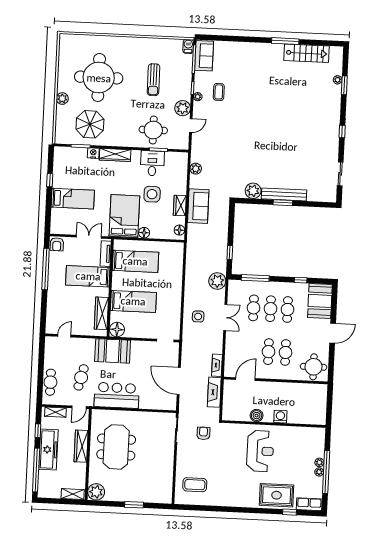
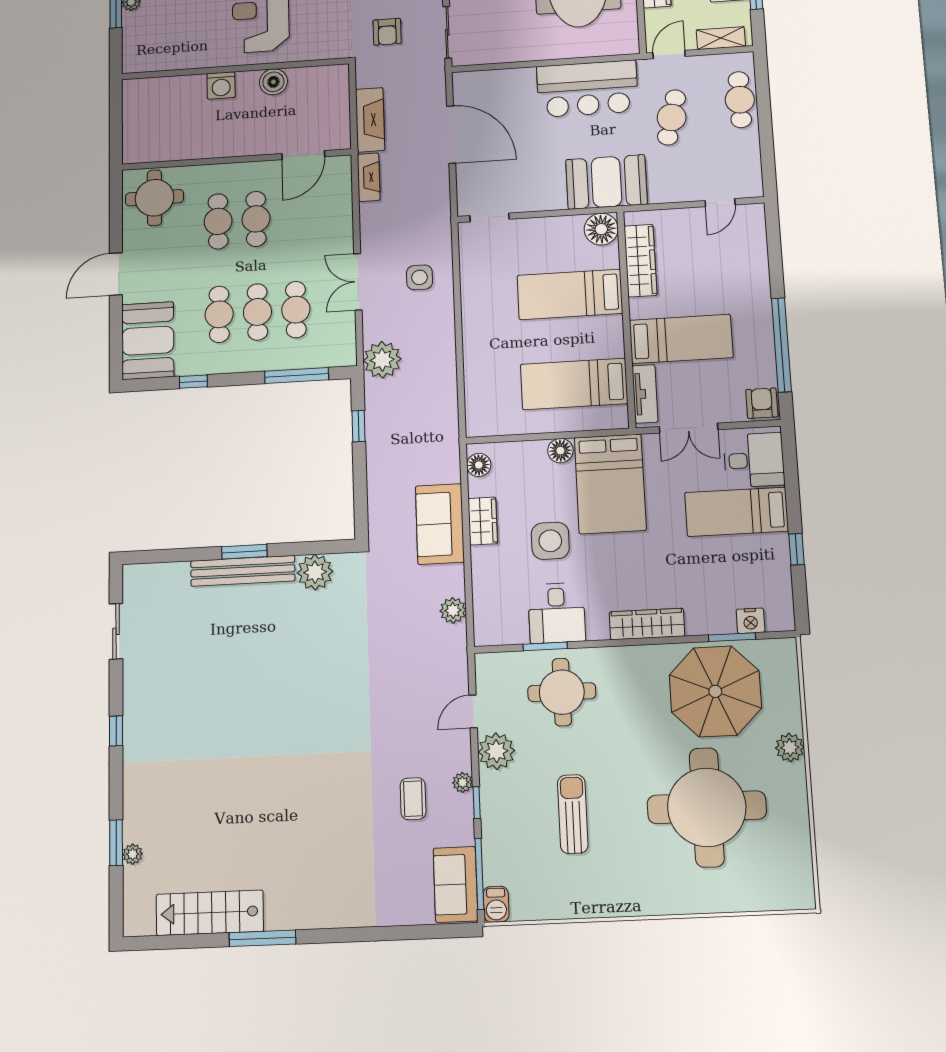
parasol: (90, 124) -> (715, 691), width x1.36, depth x1.36
nightstand: (93, 153) -> (751, 621), moved
desk: (63, 220) -> (754, 460), added

